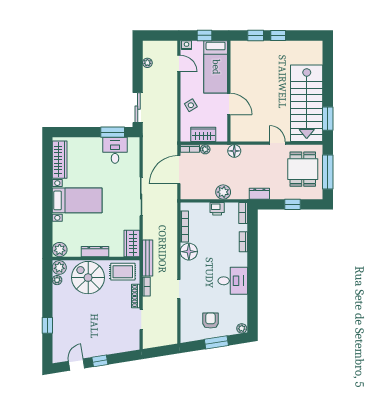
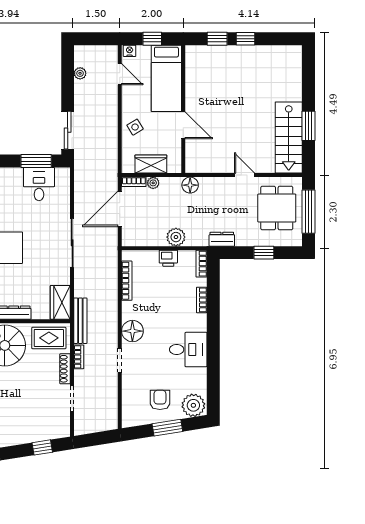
stairs: (307, 103) -> (289, 137), width x0.73, depth x0.66
window: (328, 119) -> (309, 126), moved
floor lamp: (189, 252) -> (132, 331), moved
plant: (242, 328) -> (193, 405), width x1.88, depth x1.88
window: (100, 361) -> (42, 447), moved

